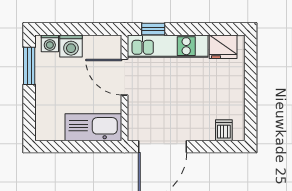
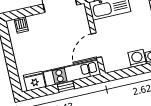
window: (153, 29) -> (66, 86), moved
door: (125, 77) -> (96, 45), swing flipped

